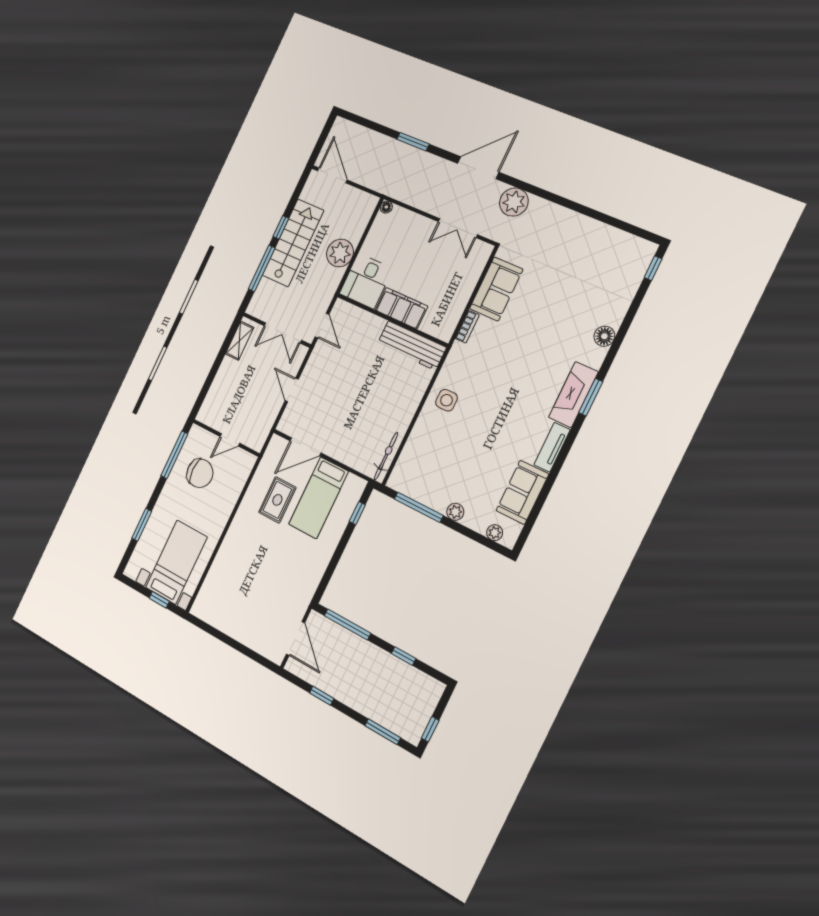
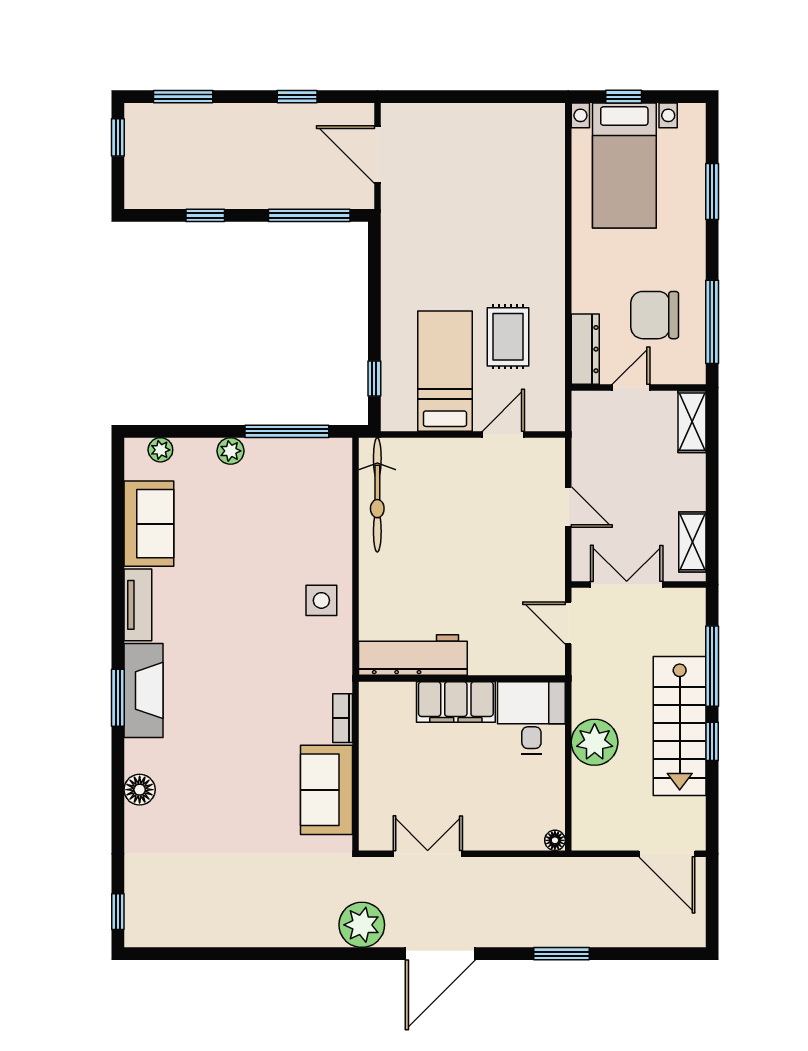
shelving: (209, 406) -> (692, 422), added
door: (305, 447) -> (503, 434), width x0.73
bicycle: (386, 456) -> (377, 495), width x1.37, depth x1.40
dresser: (242, 473) -> (585, 349), added

